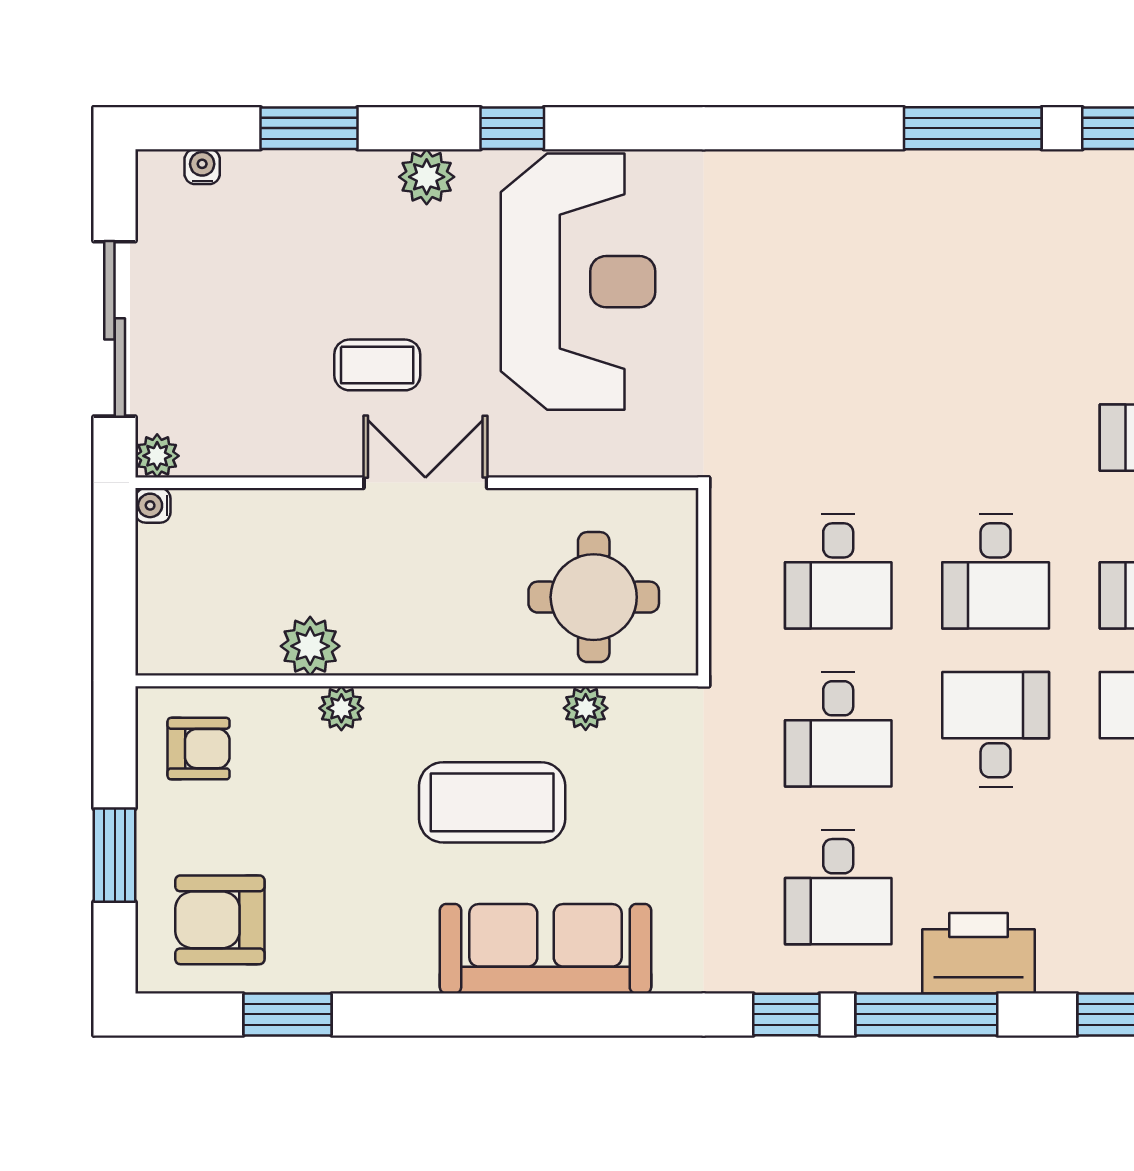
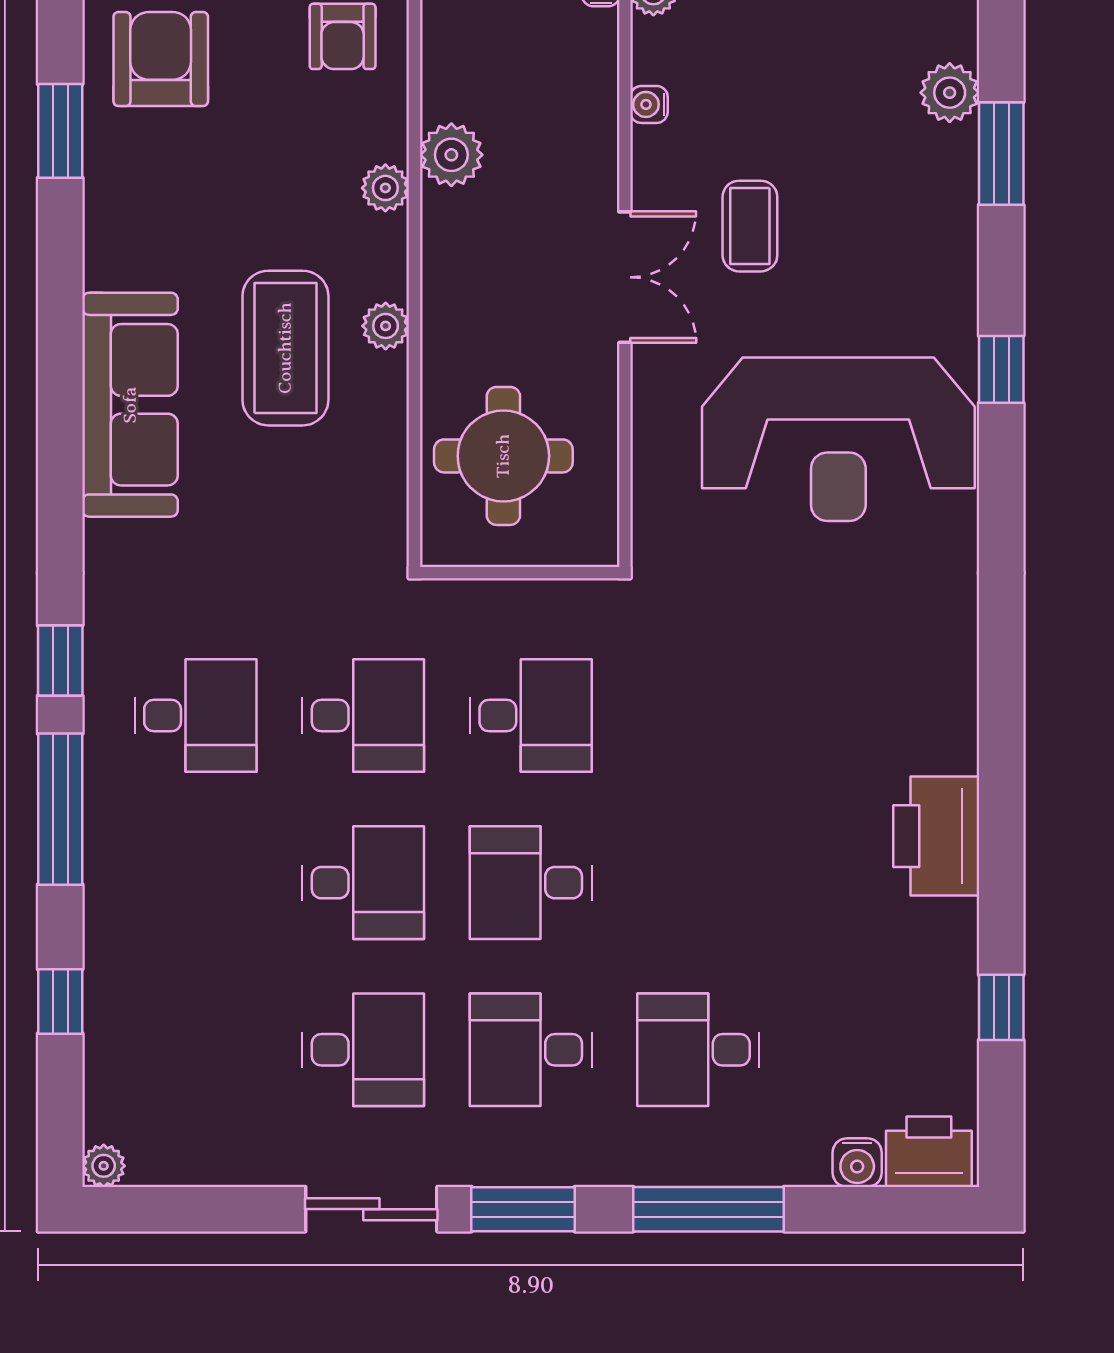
window: (973, 128) -> (1001, 858), removed
water cooler: (202, 167) -> (649, 104), moved, turned 180
plant: (427, 177) -> (950, 93), moved
desk: (838, 571) -> (531, 716), turned 180
plant: (586, 708) -> (386, 326), moved
desk: (838, 729) -> (363, 716), turned 180
desk: (838, 887) -> (195, 716), turned 180
printer: (978, 953) -> (936, 836), moved, turned 180

